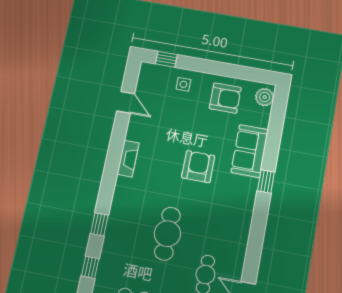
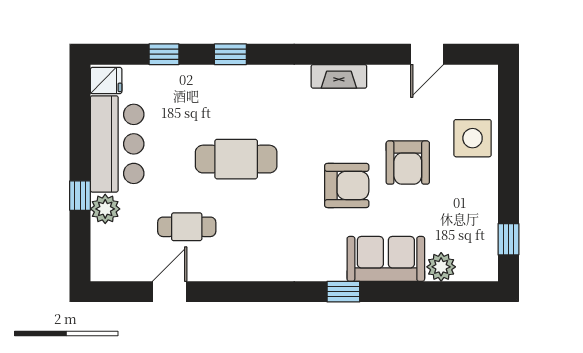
window: (166, 59) -> (508, 239), moved
side table: (183, 84) -> (473, 138), width x1.87, depth x1.87
plant: (265, 97) -> (441, 267), moved
armchair: (225, 98) -> (408, 163), moved

